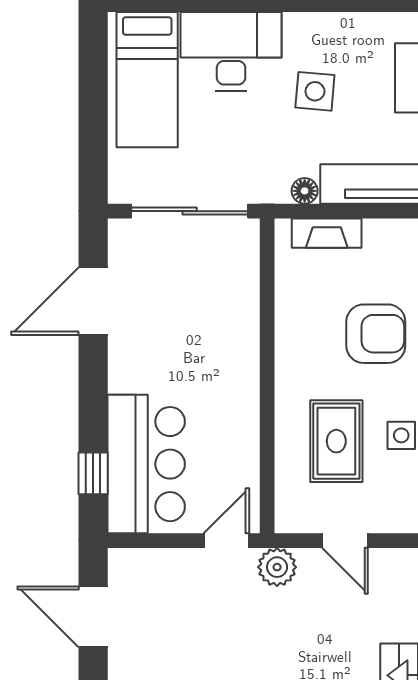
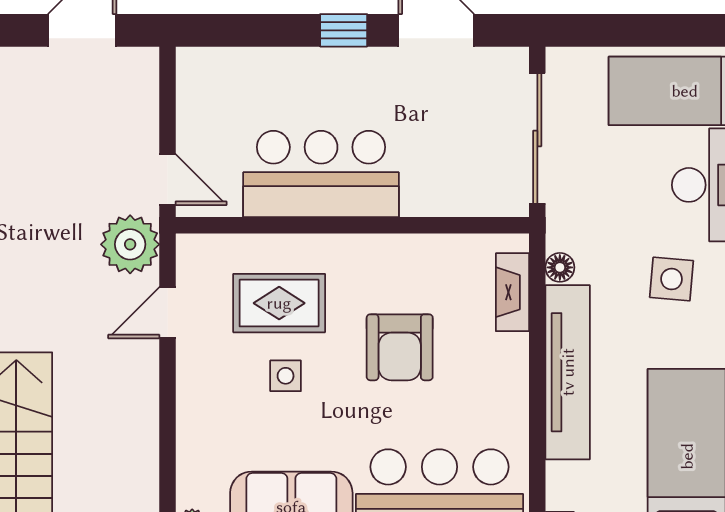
bar counter: (146, 464) -> (321, 174), moved, turned 180
window: (93, 473) -> (344, 30), moved
plant: (277, 567) -> (130, 244), width x1.36, depth x1.36

